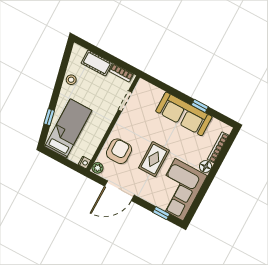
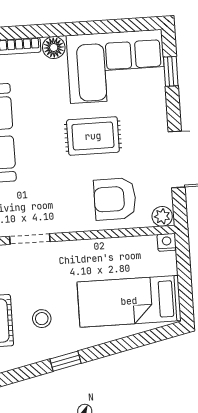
stool: (71, 80) -> (42, 319), moved
window: (49, 117) -> (66, 361), moved

